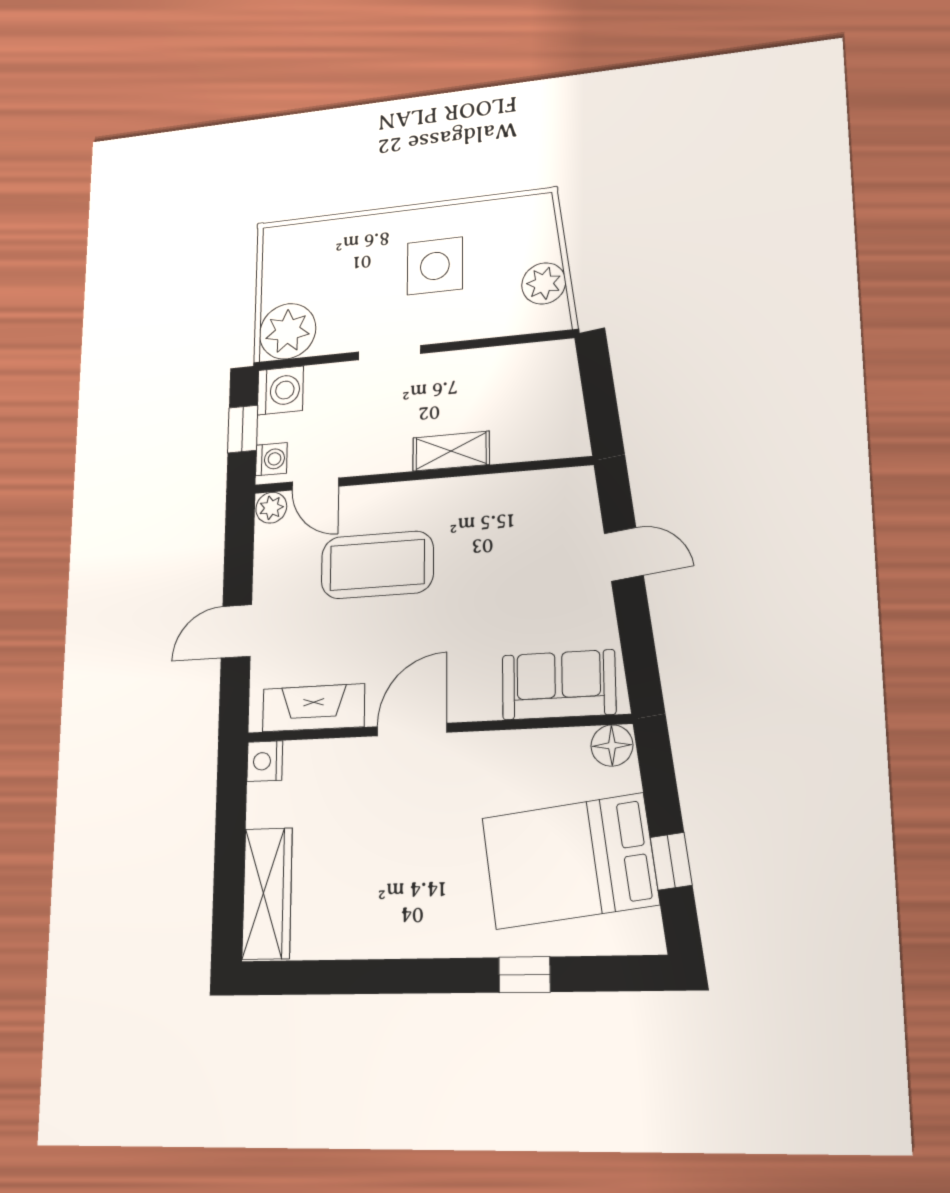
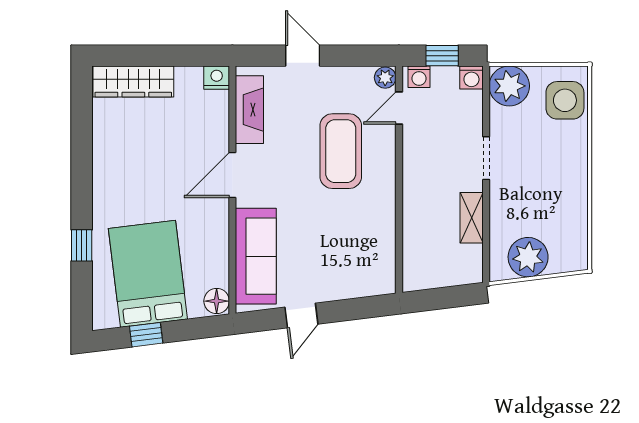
side table: (435, 266) -> (565, 100), moved
plant: (544, 283) -> (528, 257), width x1.36, depth x1.36
washing machine: (280, 390) -> (471, 78), width x0.73, depth x0.73
shelving: (451, 451) -> (472, 218), moved
door: (624, 554) -> (301, 316), moved
sofa: (559, 685) -> (256, 256), width x1.36
door: (412, 729) -> (232, 175), swing flipped

